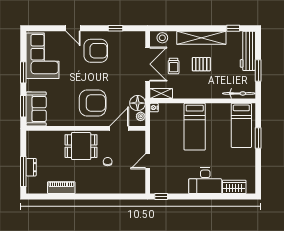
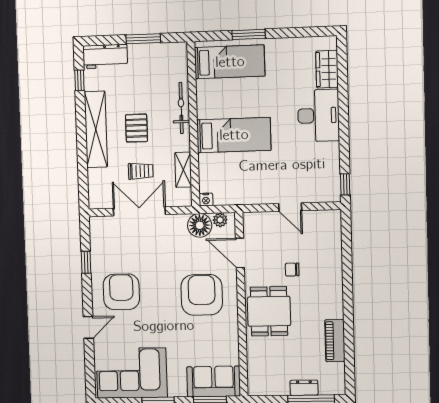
stool: (162, 38) -> (98, 190), removed
workbench: (248, 51) -> (105, 56), width x0.73
bicycle: (239, 93) -> (181, 108), moved
shelving: (161, 94) -> (183, 170), moved

